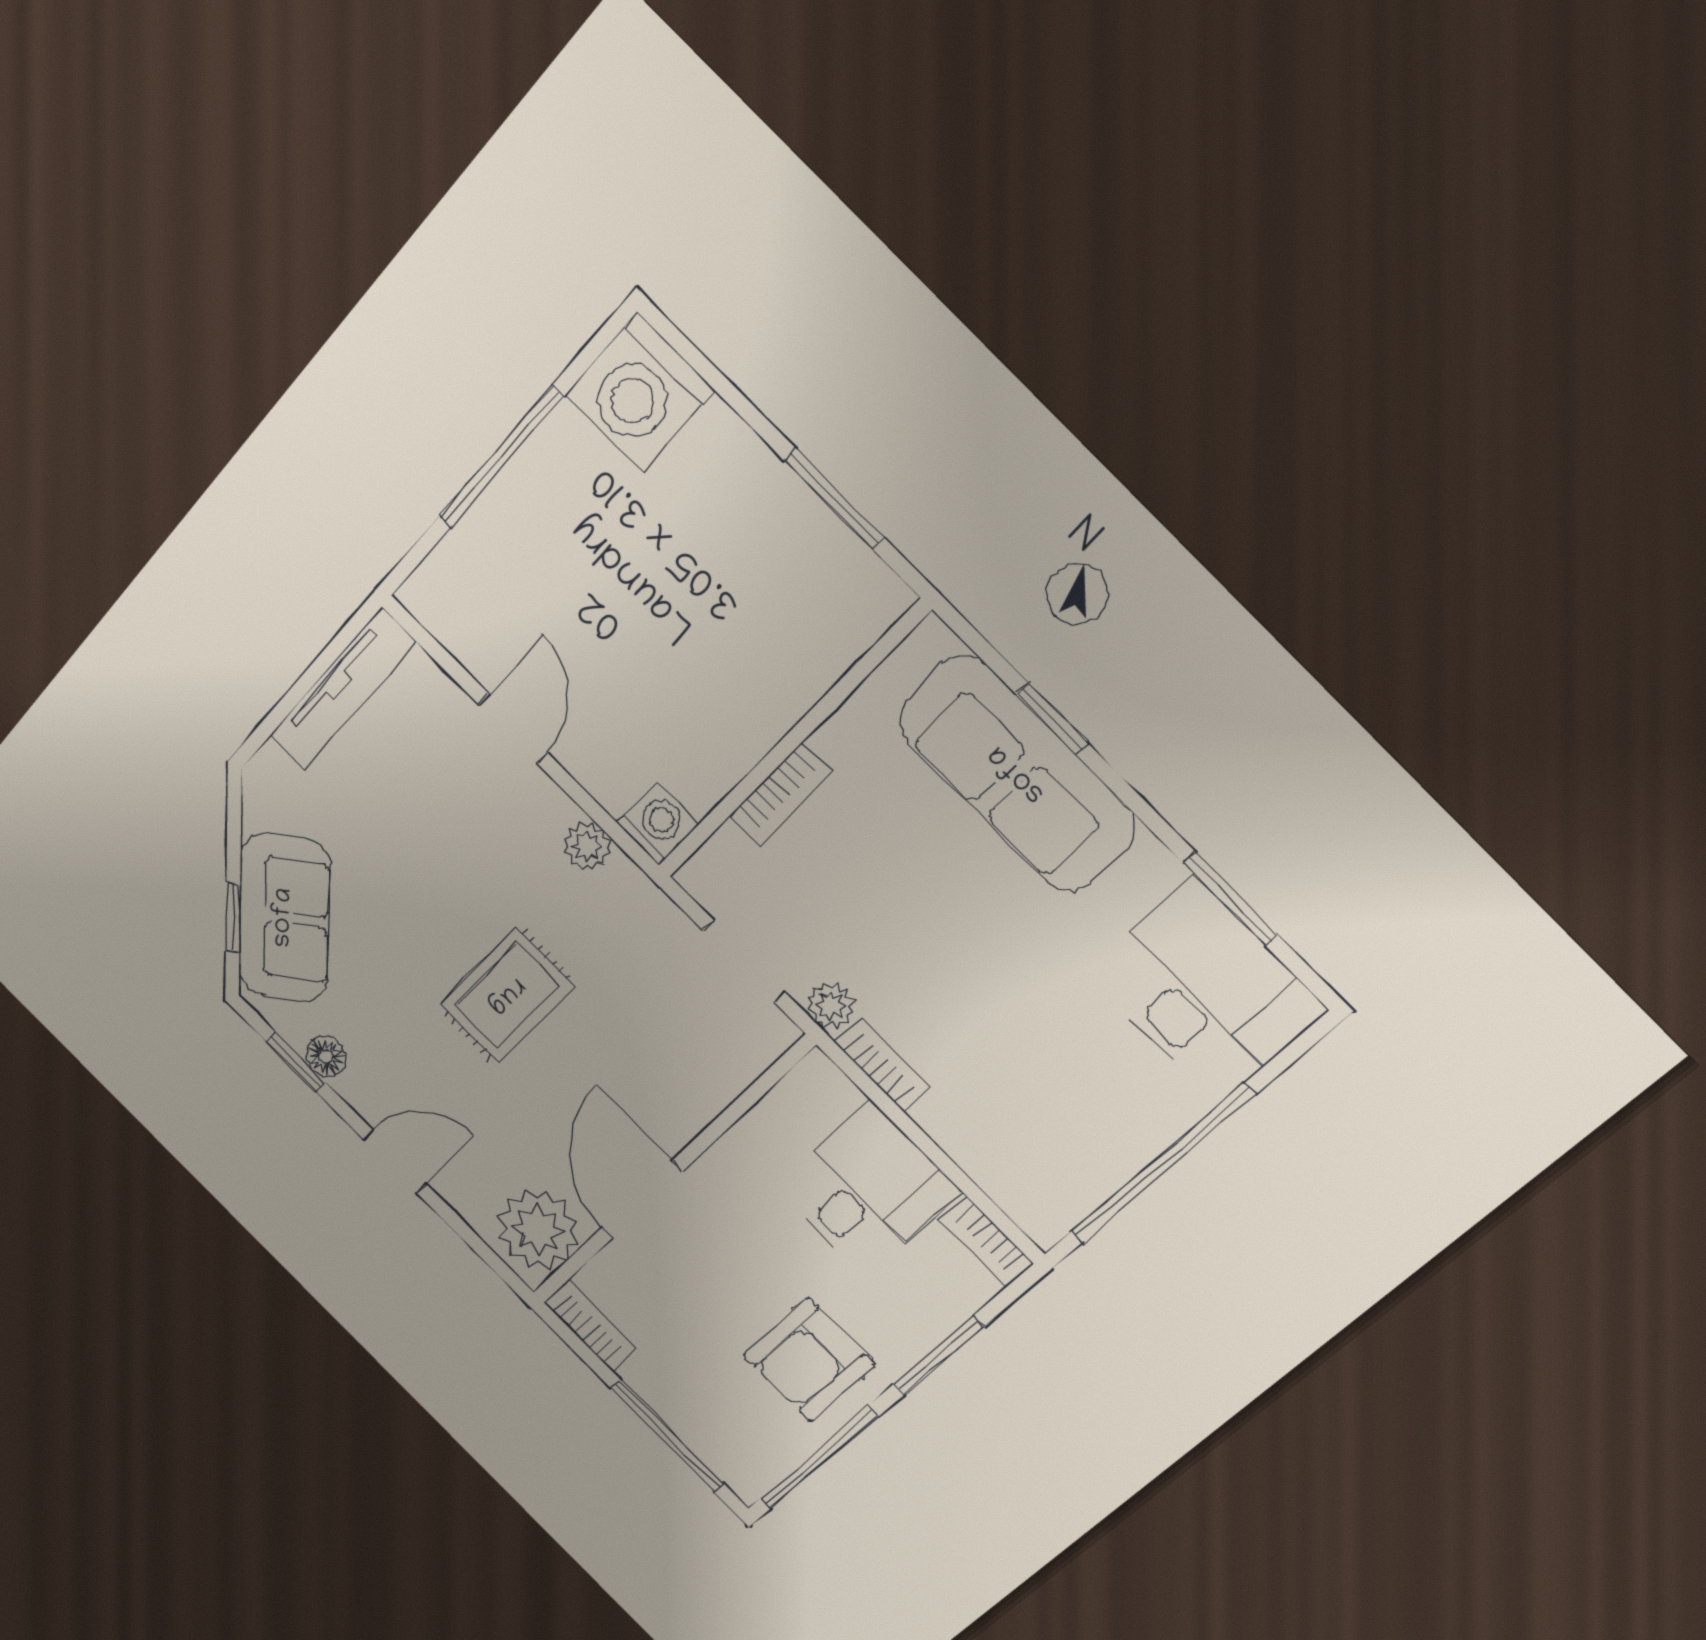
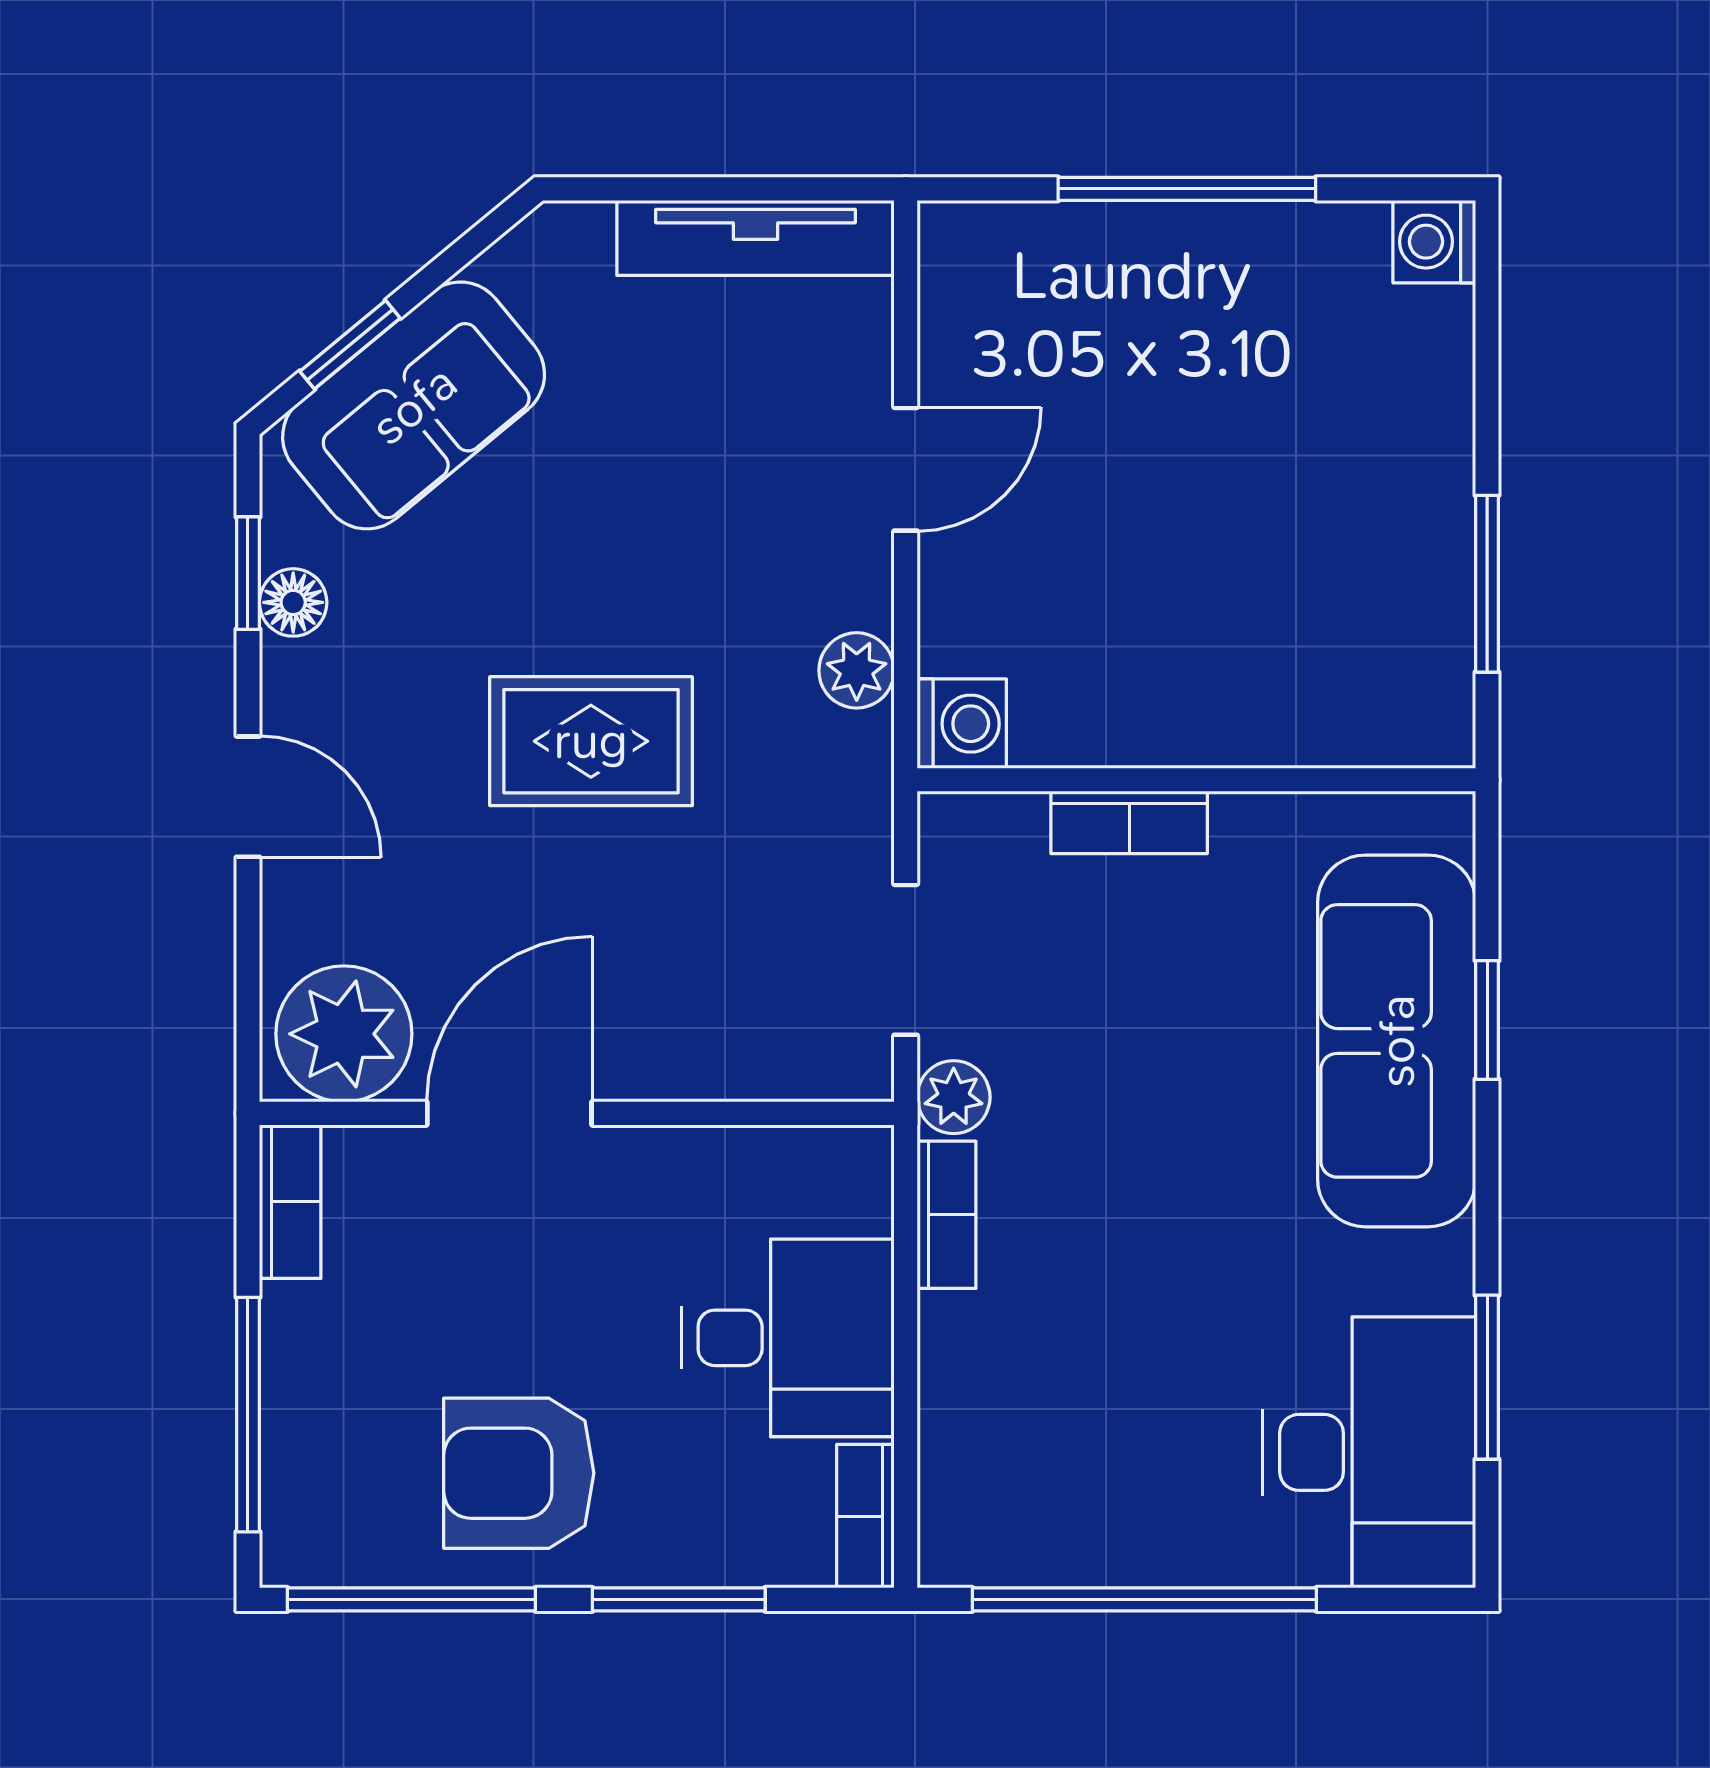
washing machine: (640, 392) -> (1434, 242), width x0.53, depth x0.53

